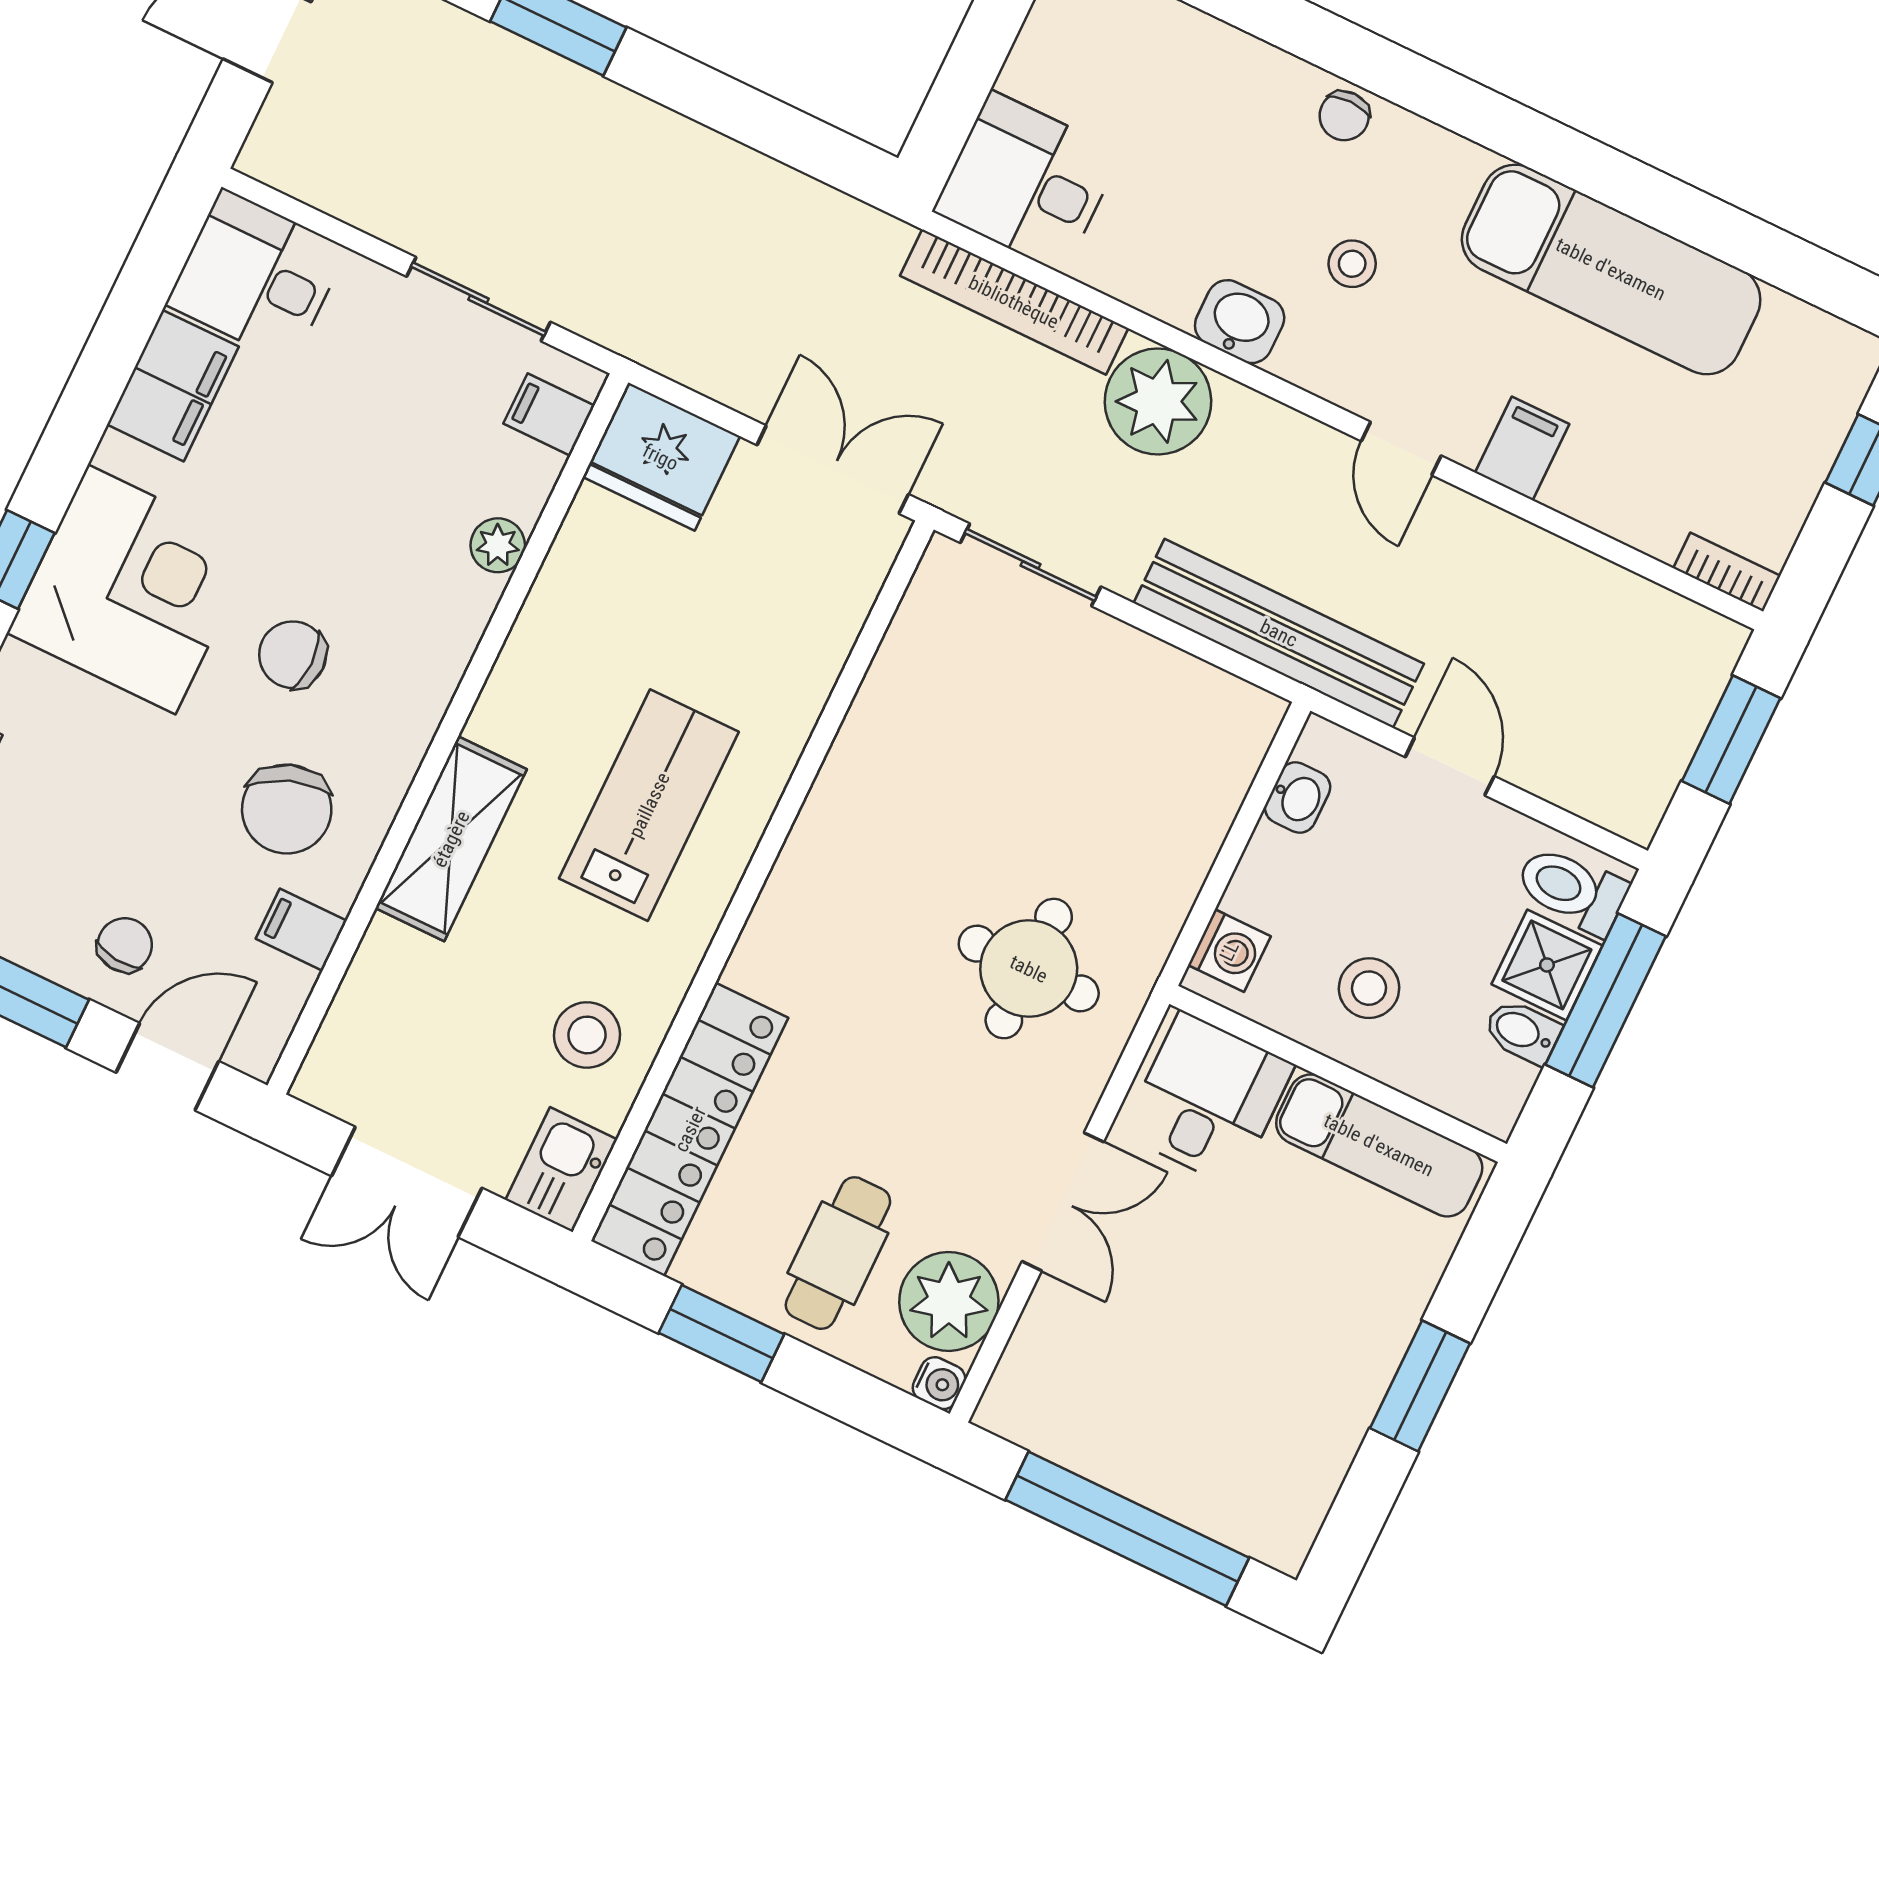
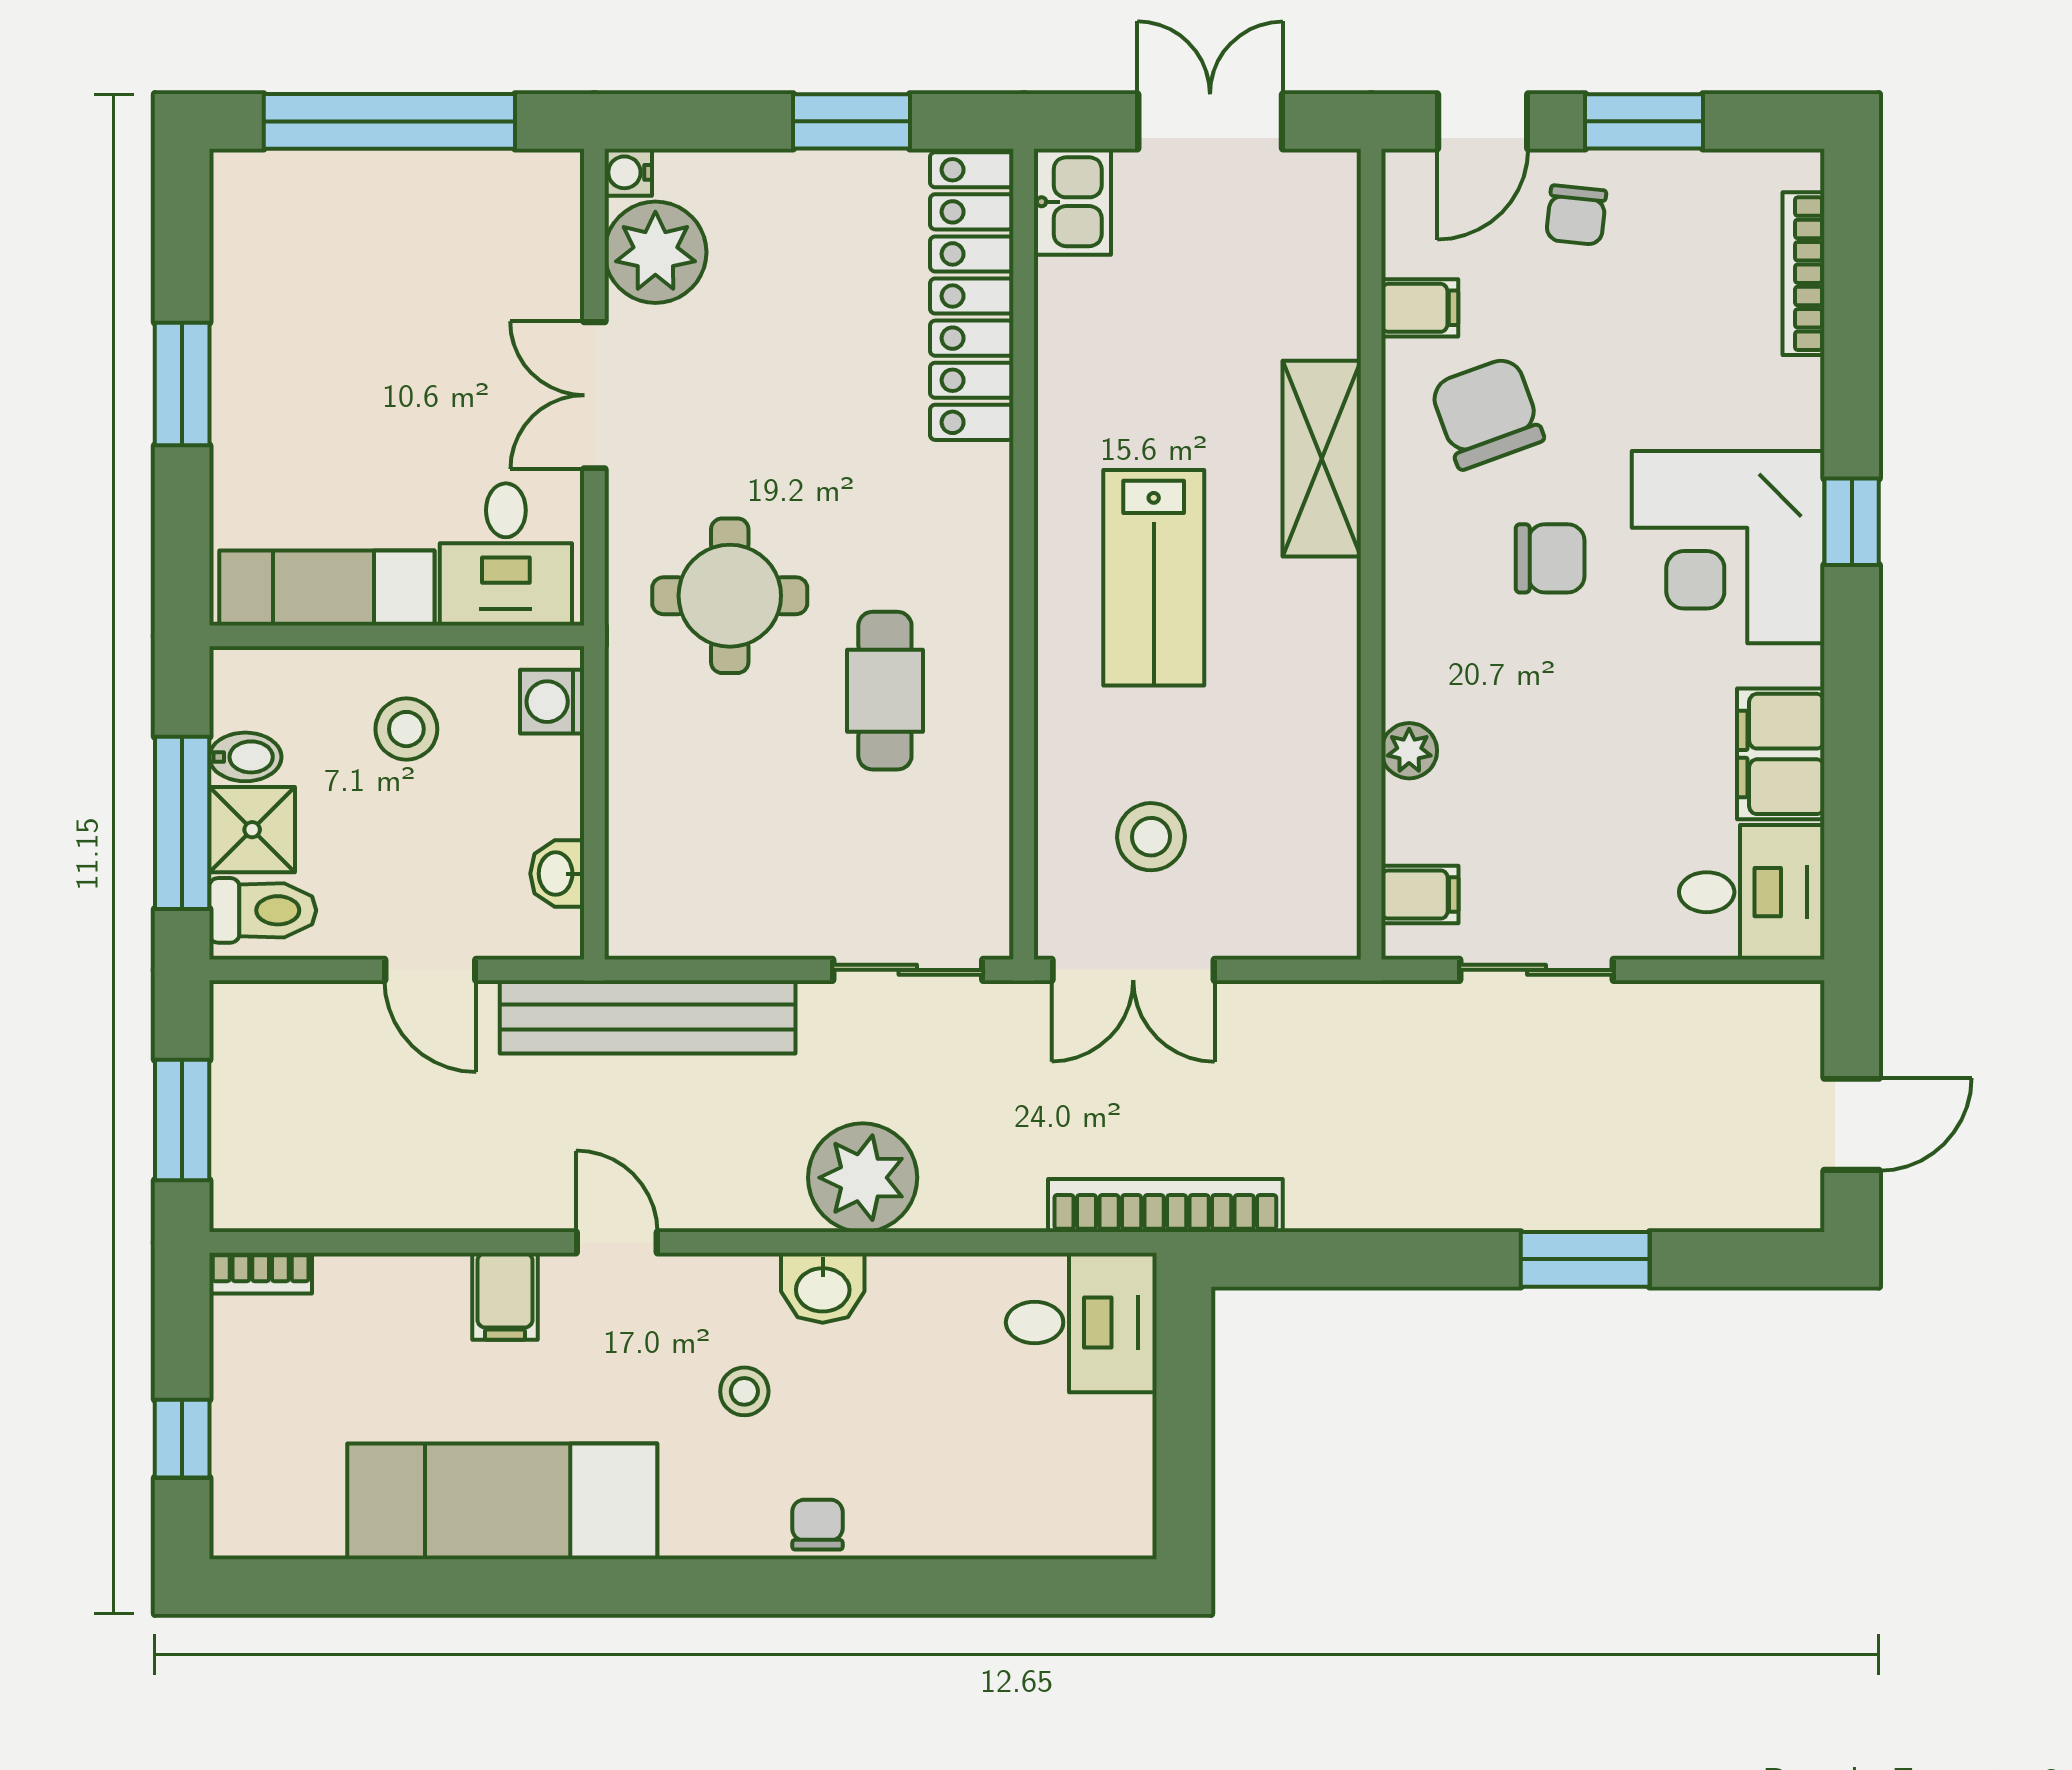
bookcase: (1014, 302) -> (1165, 1206), moved
fridge: (661, 457) -> (1297, 906), removed
stool: (587, 1035) -> (1151, 837), moved
cafe table: (838, 1253) -> (885, 691), moved

